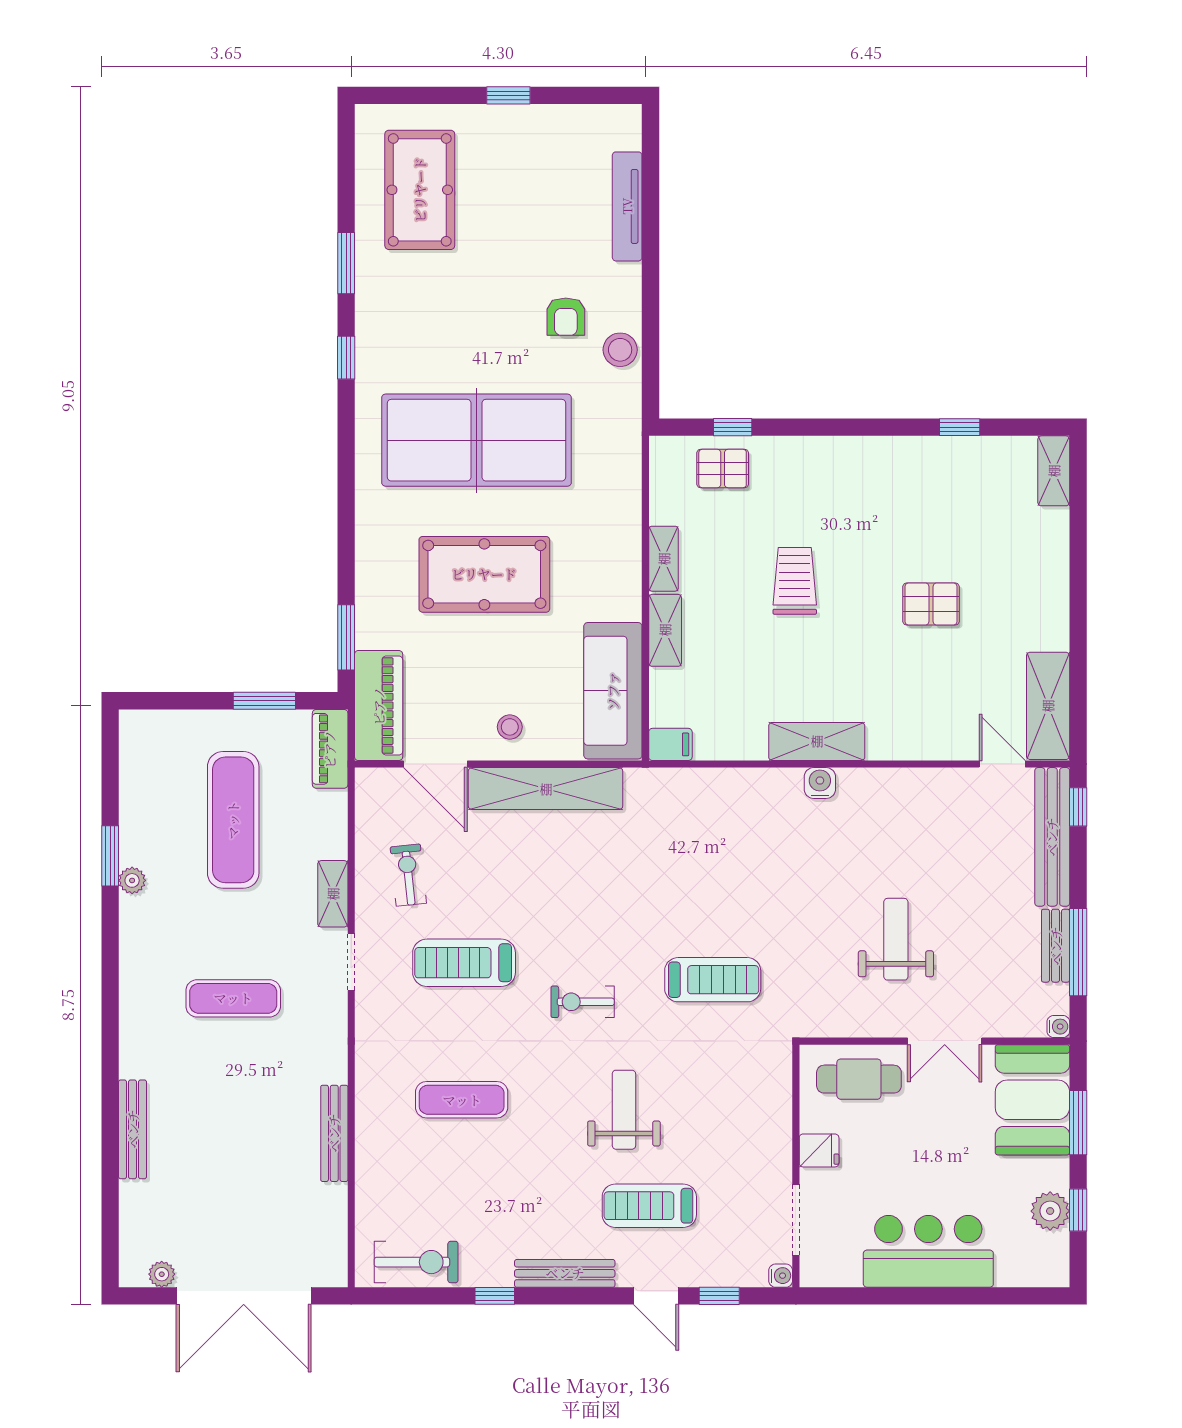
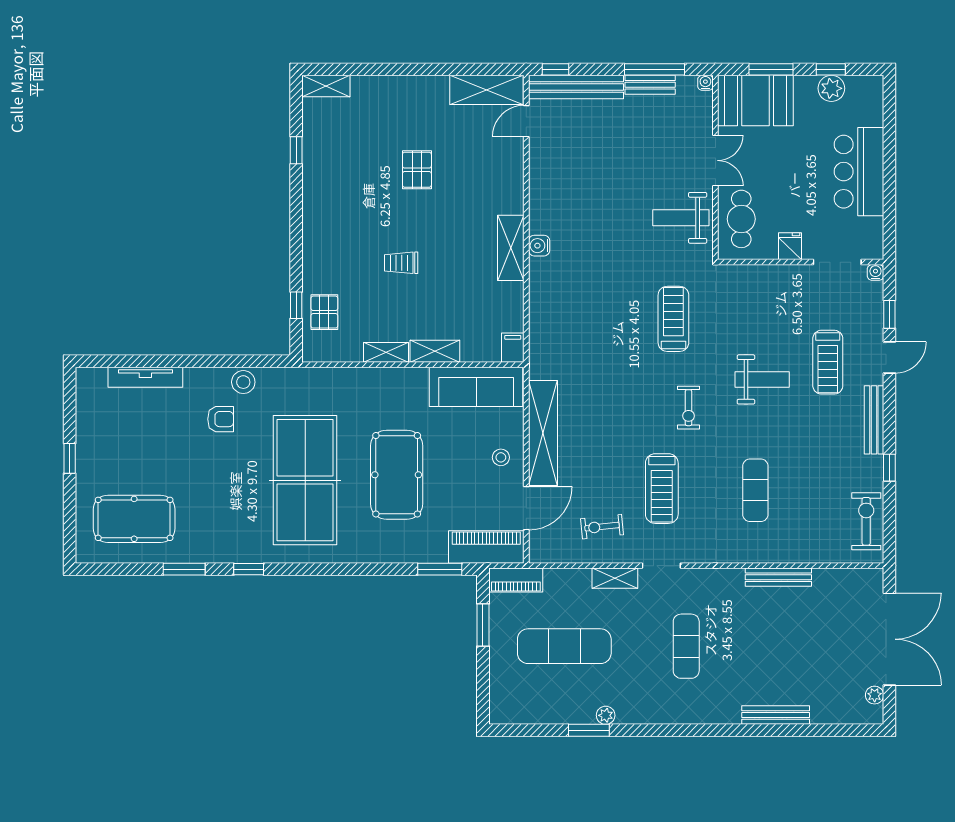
trolley: (795, 581) -> (401, 263), width x0.73, depth x0.72
weight bench: (896, 939) -> (681, 218), moved
weight bench: (624, 1110) -> (762, 379), turned 180

